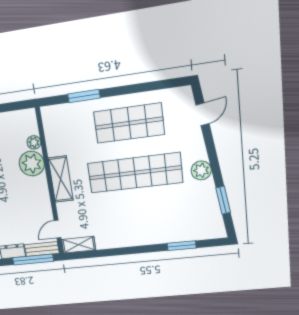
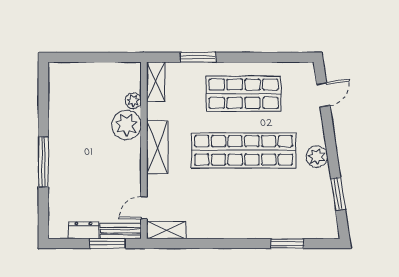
shelving: (50, 123) -> (156, 82), added
window: (33, 260) -> (107, 244), width x0.69

